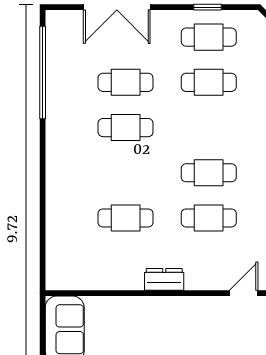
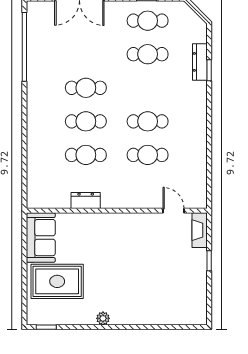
cafe table: (126, 82) -> (86, 121), moved
dresser: (164, 279) -> (86, 201), moved
door: (244, 293) -> (174, 211), hinge flipped

